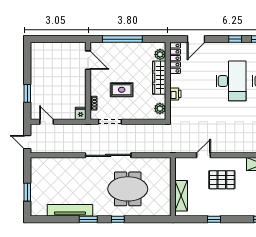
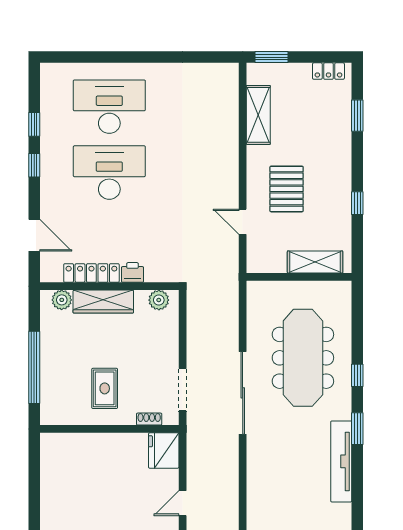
locker: (175, 58) -> (91, 273), moved
door: (88, 60) -> (72, 429), removed
rug: (122, 90) -> (105, 388), moved
fridge: (81, 113) -> (164, 451), width x1.88, depth x1.34
meeting table: (128, 189) -> (303, 358), width x1.36

